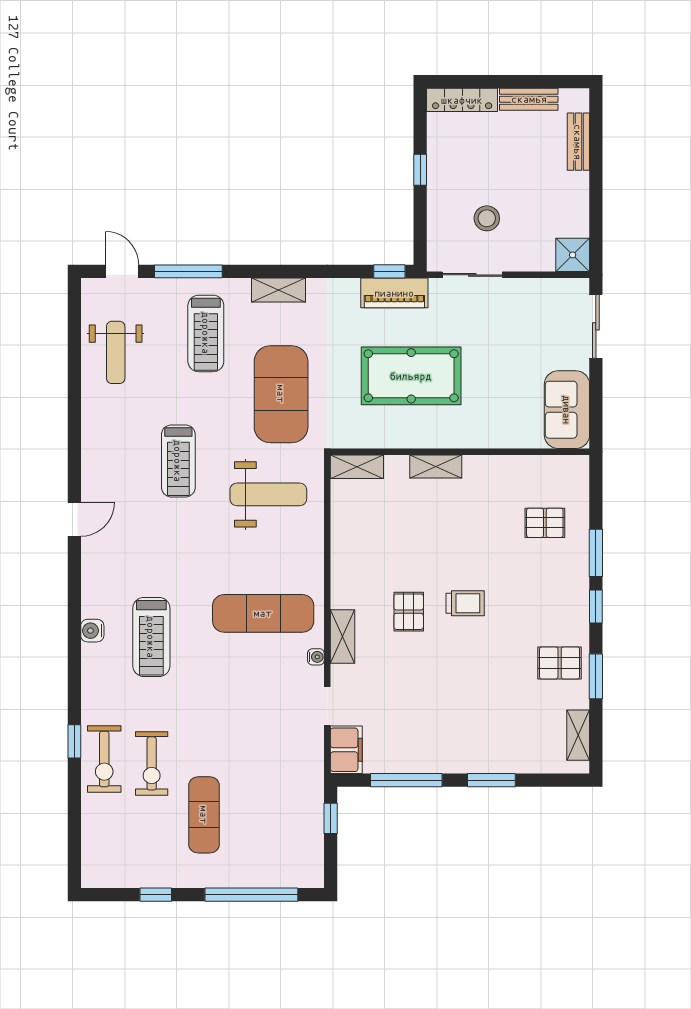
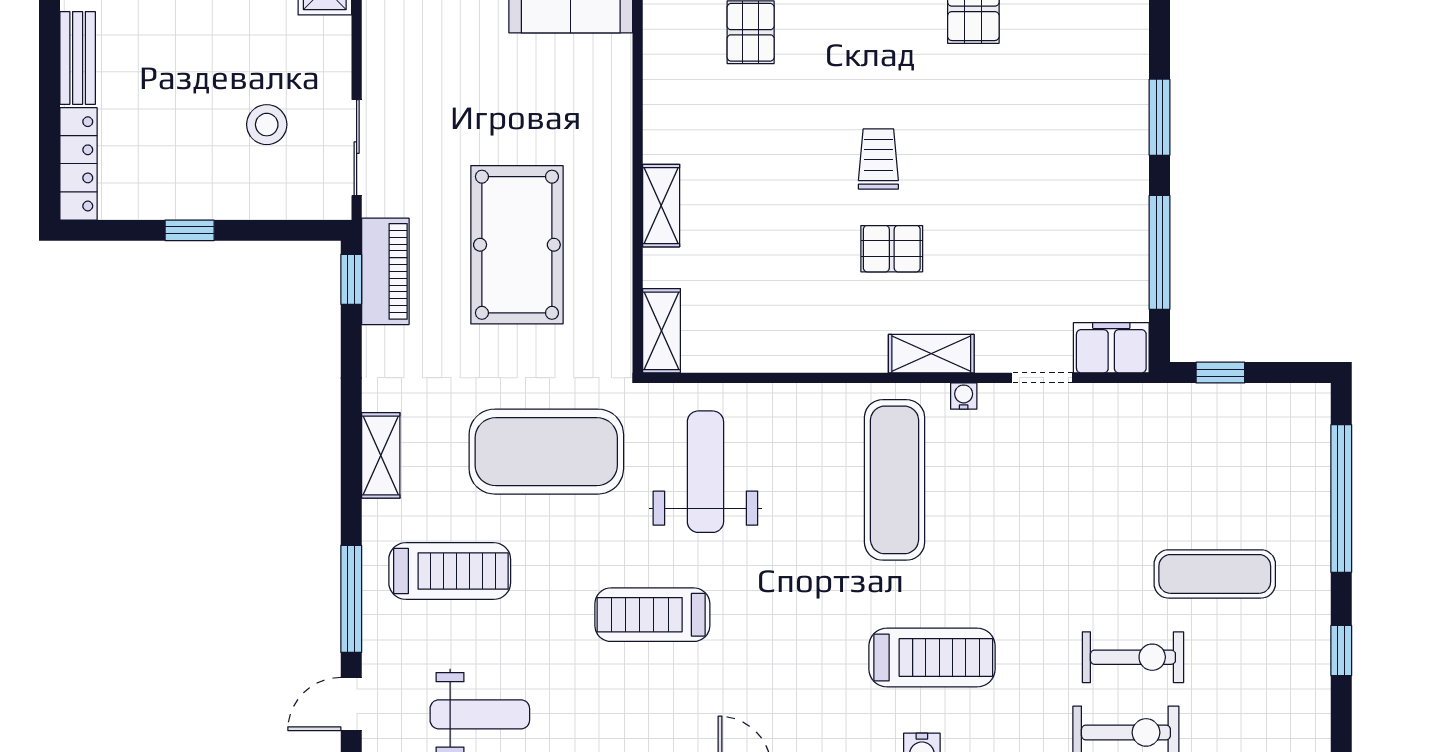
treadmill: (178, 461) -> (652, 615), turned 180

